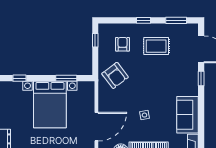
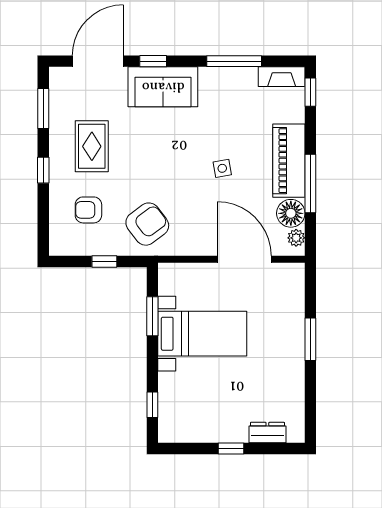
window: (95, 40) -> (104, 262), moved
bed with nightstands: (50, 104) -> (202, 334), width x0.73
sofa: (188, 115) -> (163, 87), moved
window: (201, 121) -> (234, 61), added

